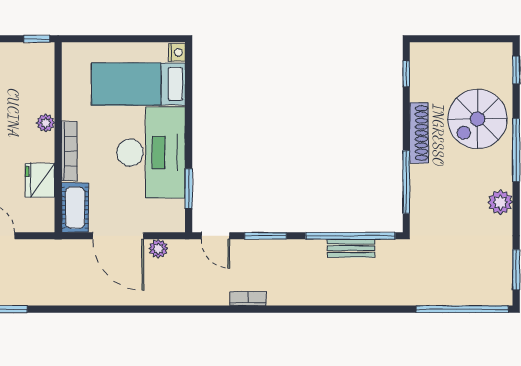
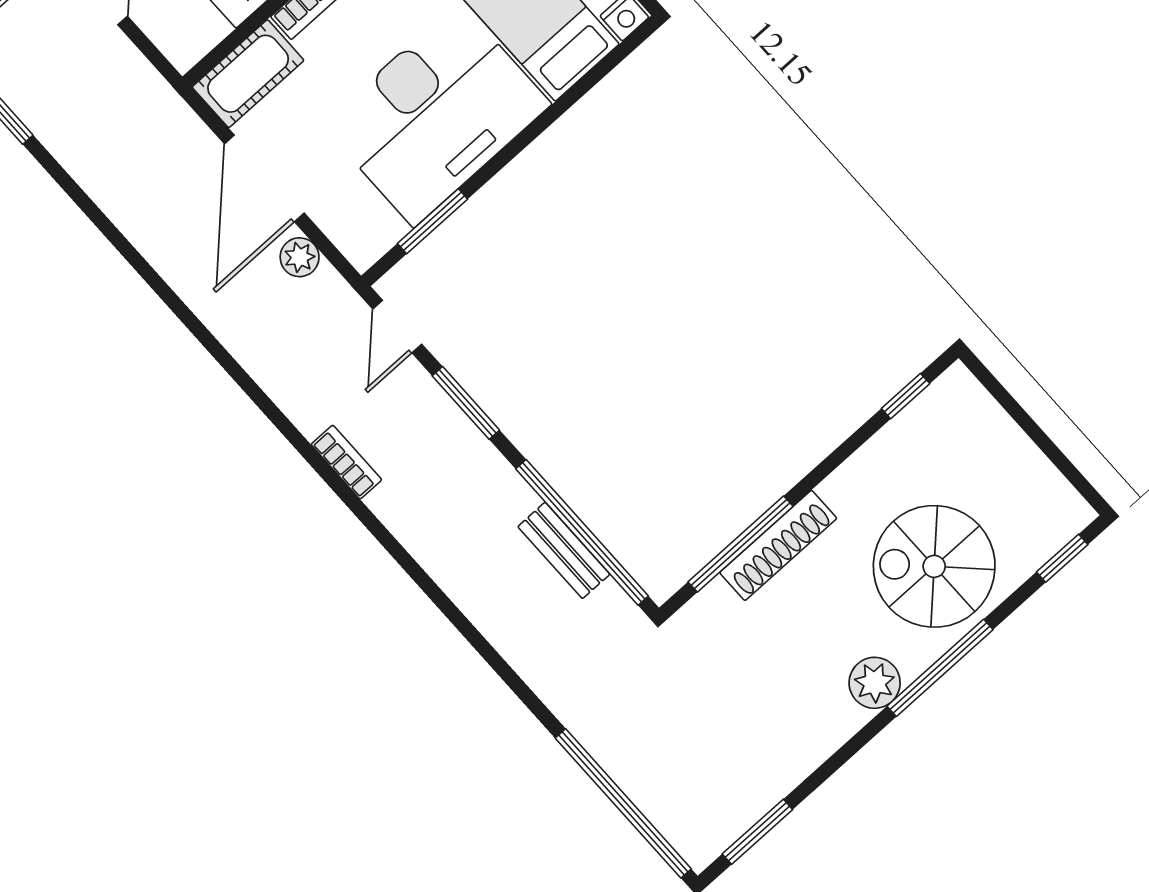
shoe rack: (419, 133) -> (778, 545), moved
plant: (500, 202) -> (875, 683), moved

